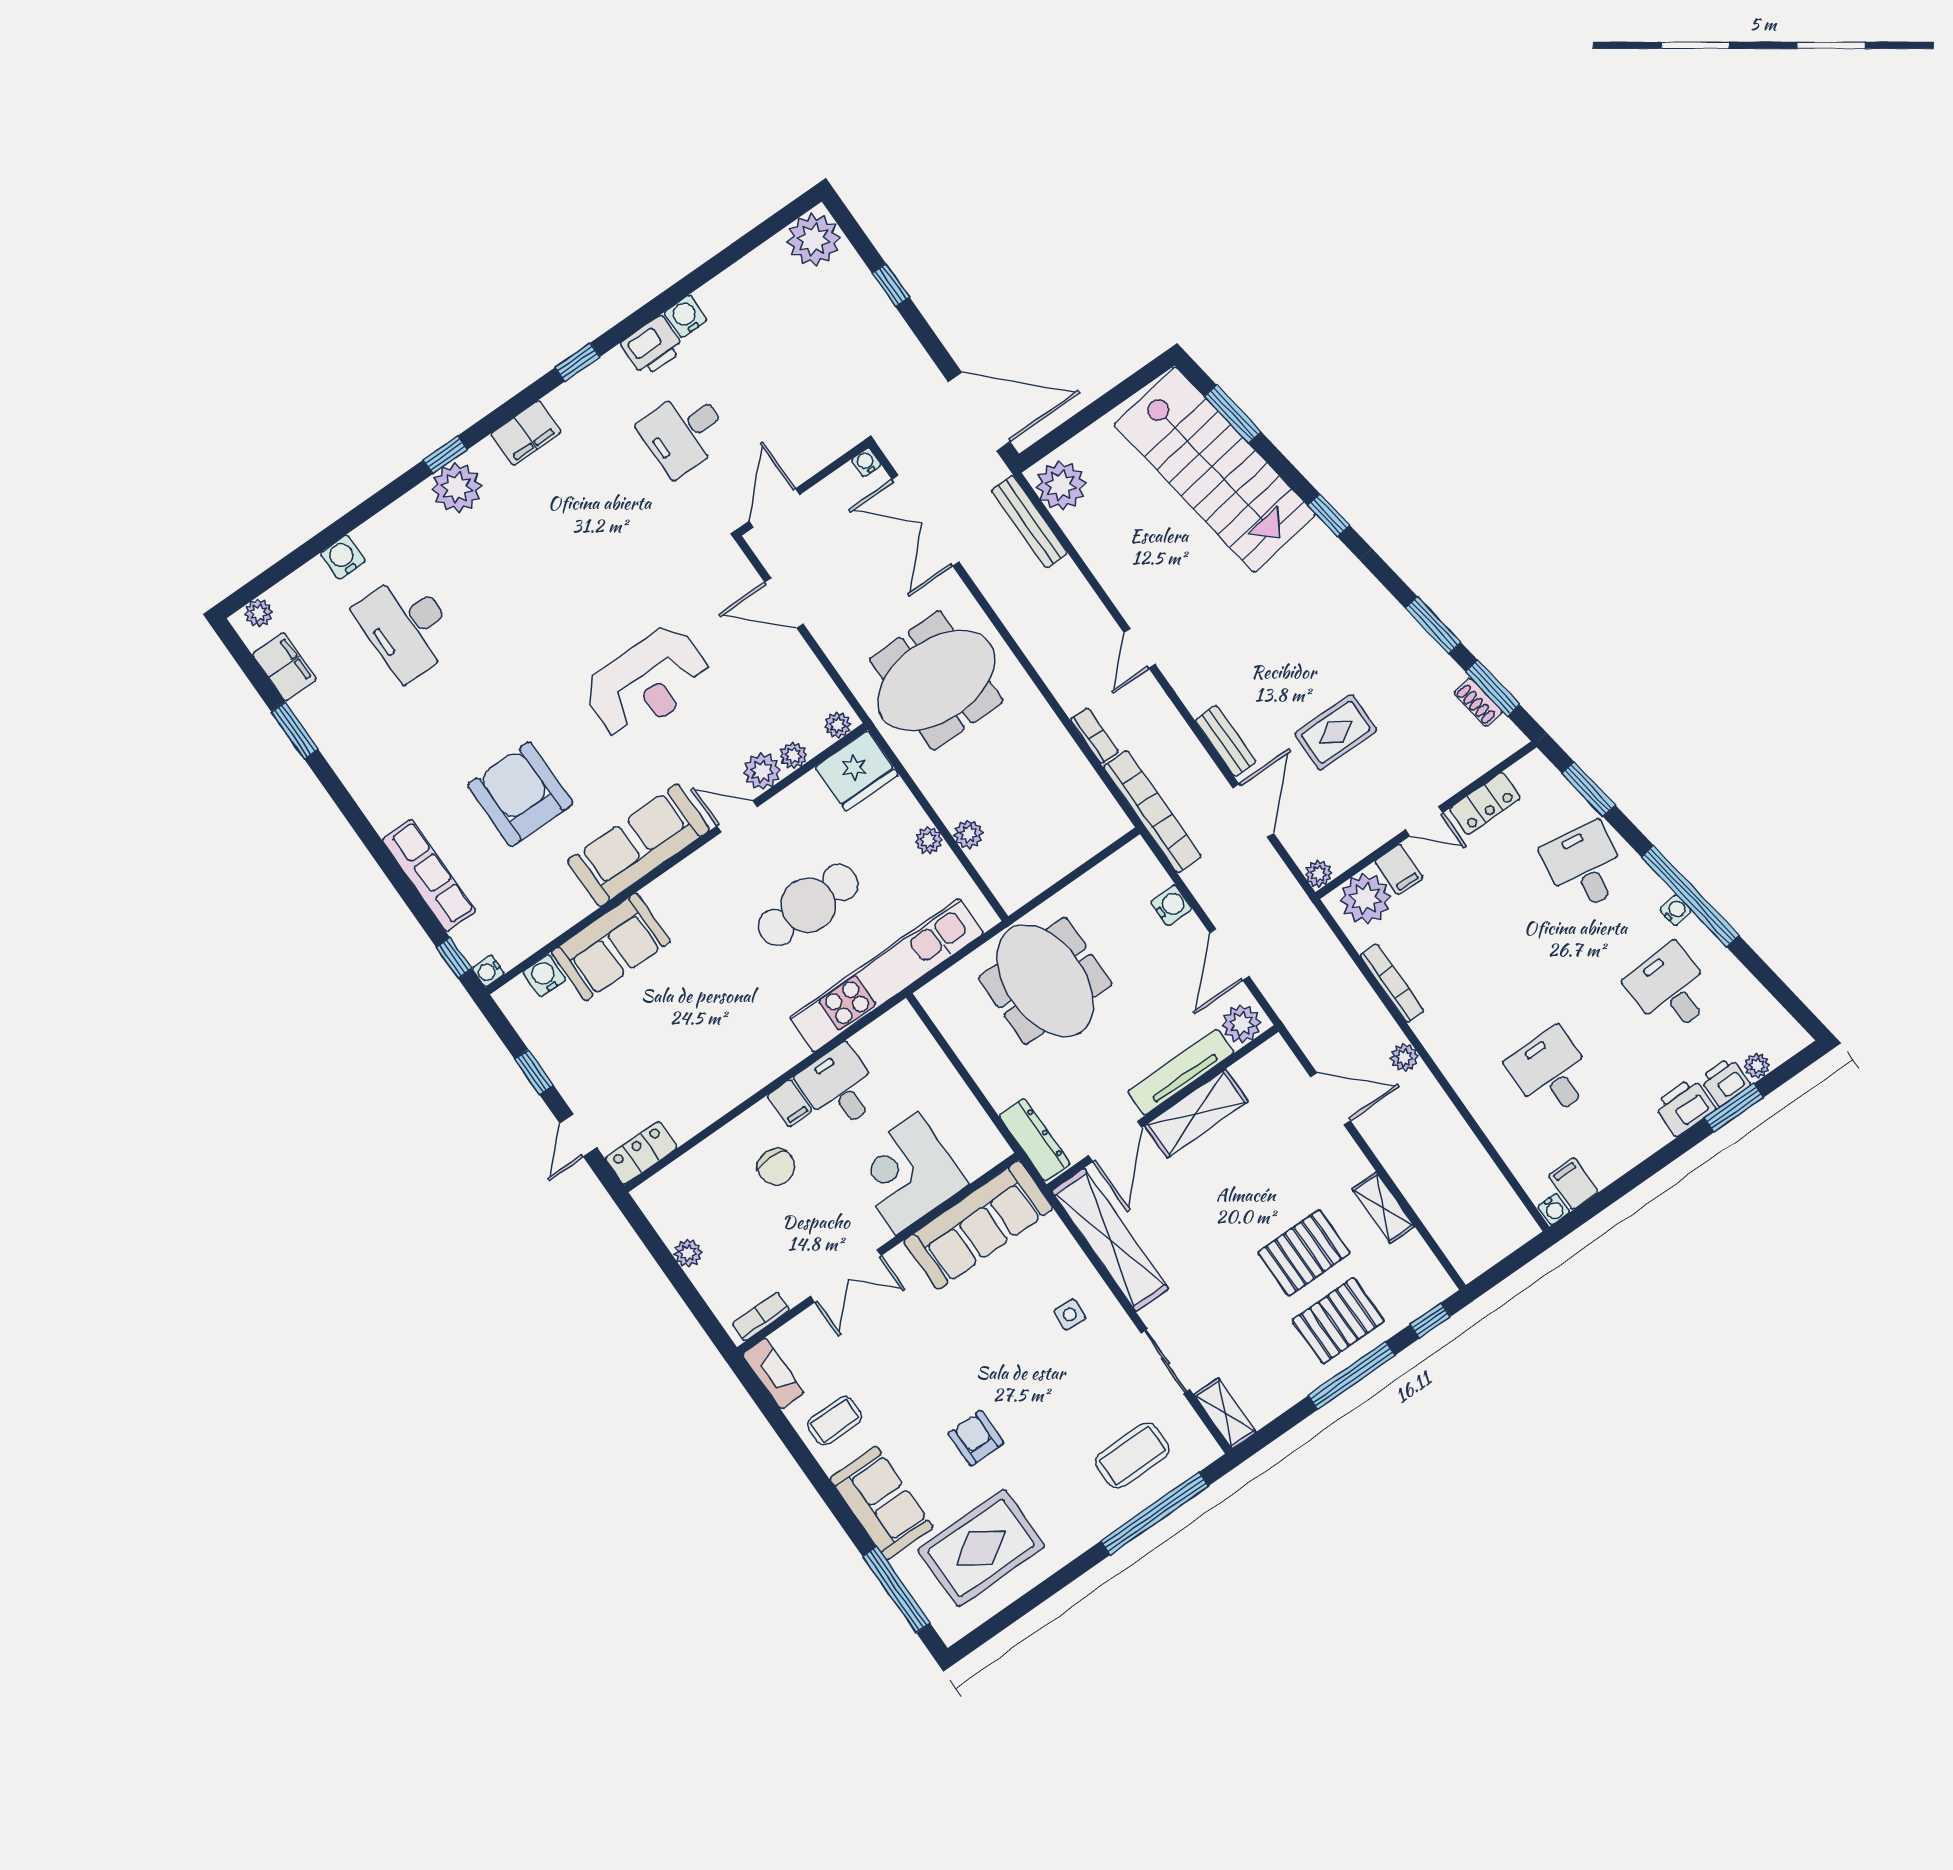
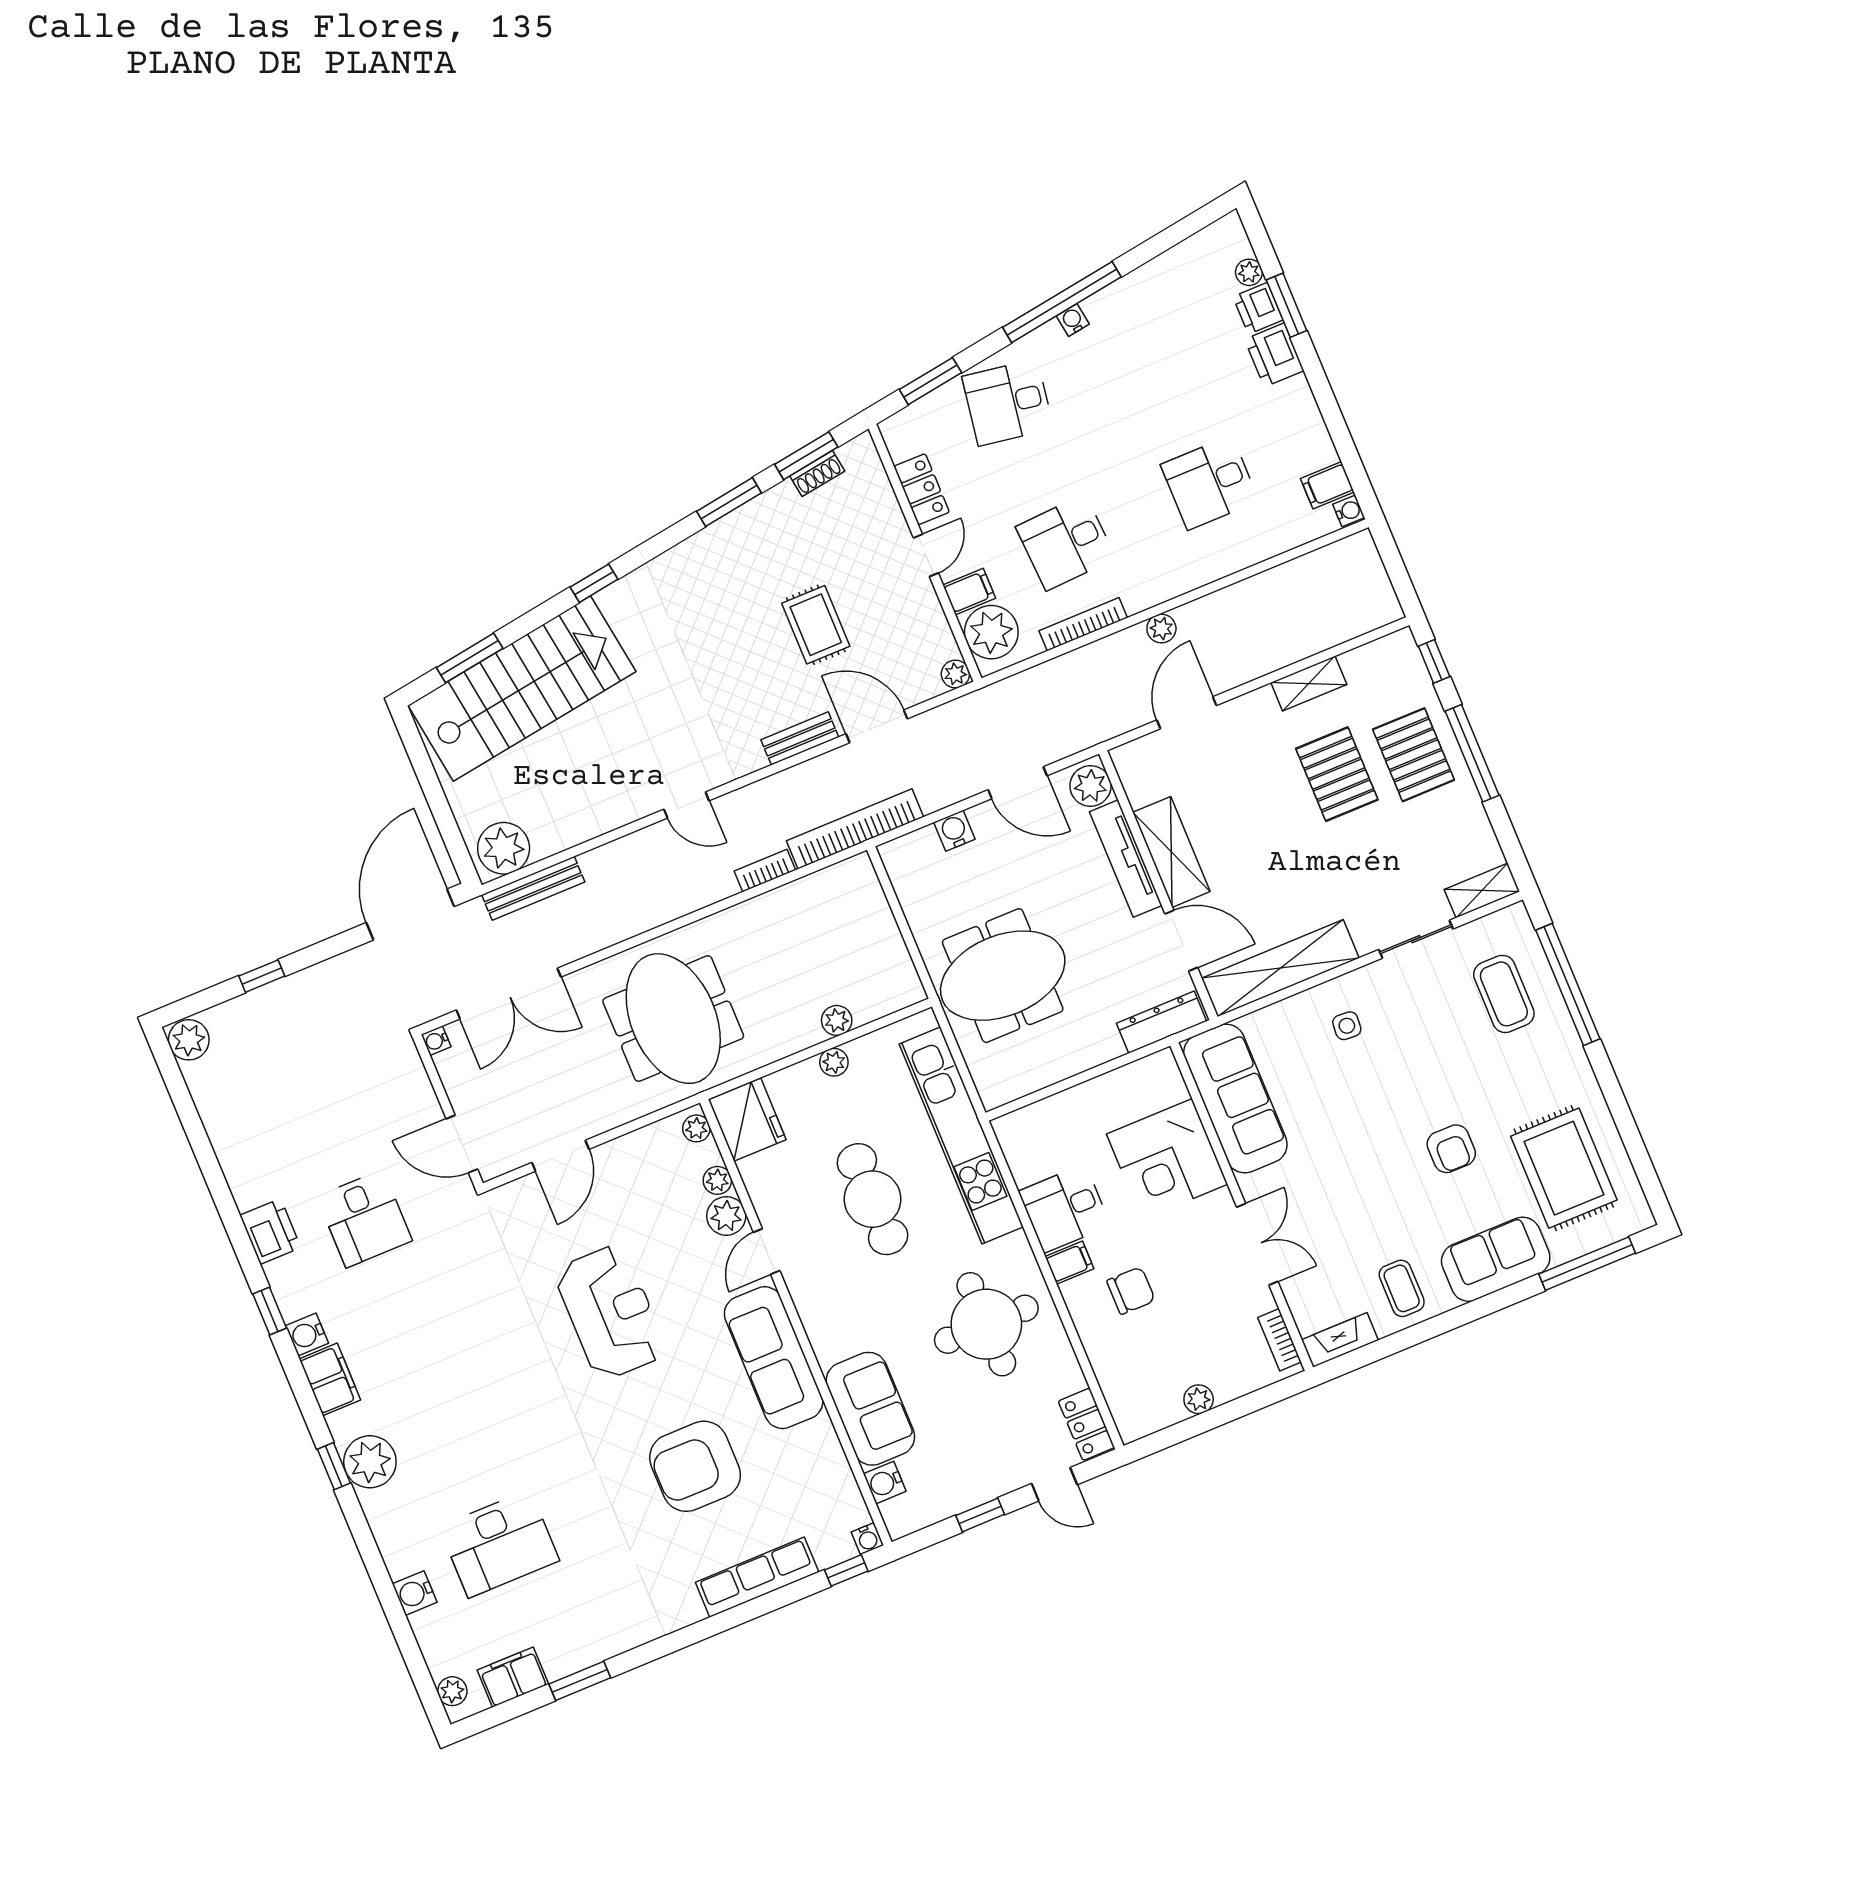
plant: (814, 240) -> (189, 1040), width x0.73, depth x0.73
water cooler: (686, 316) -> (307, 1334), moved
desk: (1671, 989) -> (1066, 542), moved
round table: (714, 1038) -> (986, 1324), added
armchair: (976, 1438) -> (1451, 1149), turned -90

